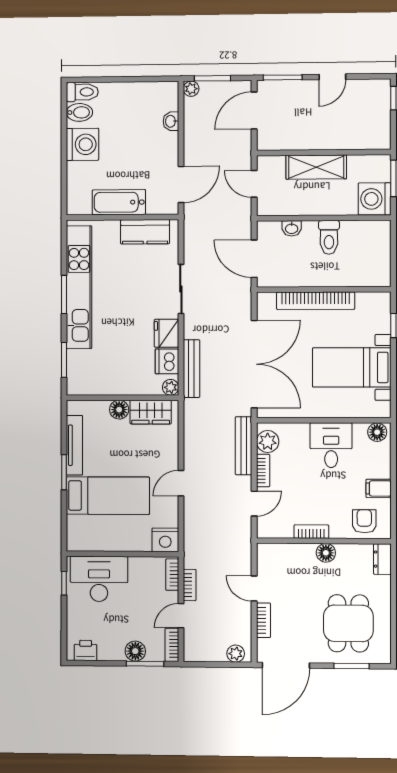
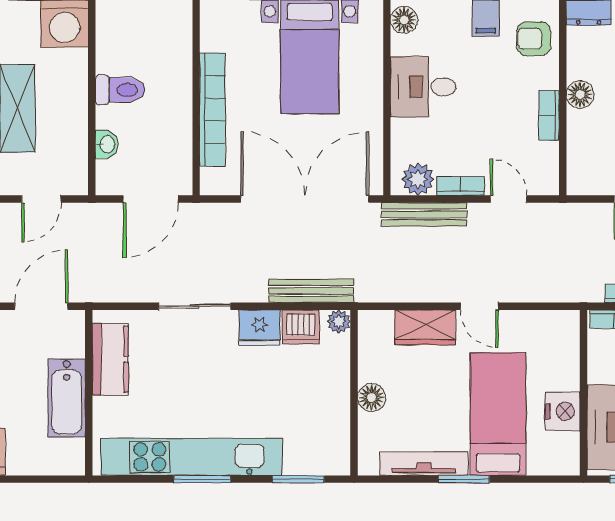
door: (181, 184) -> (41, 306), hinge flipped
wardrobe: (151, 412) -> (425, 327), moved, turned 90
nightstand: (165, 540) -> (563, 411), moved

